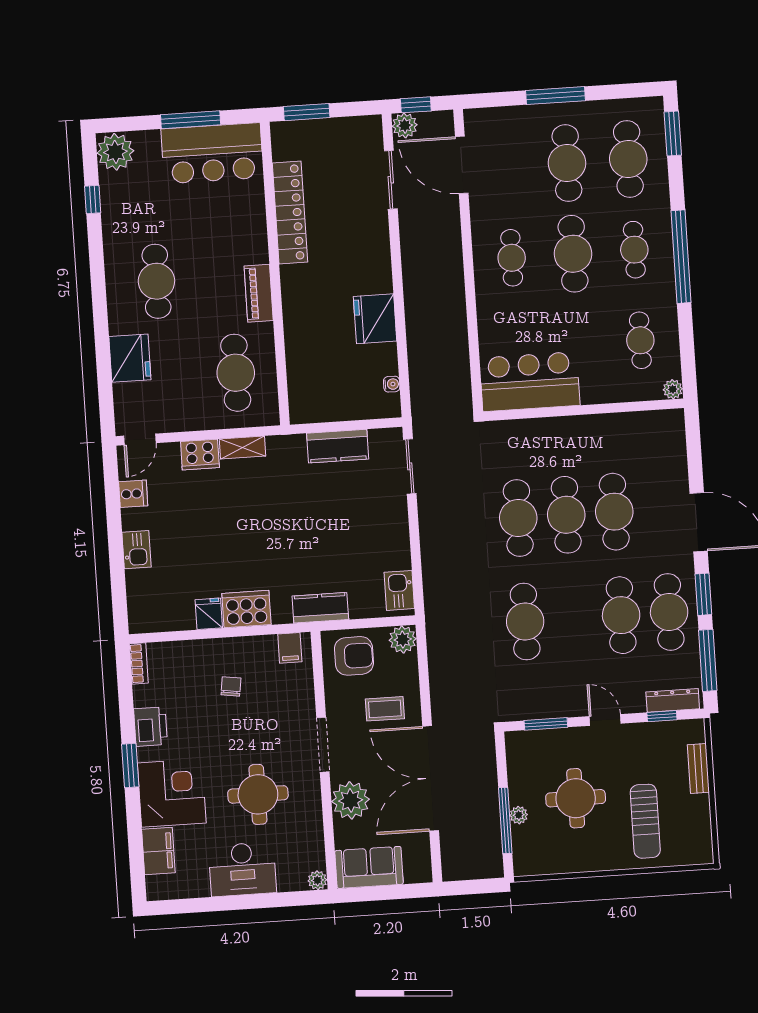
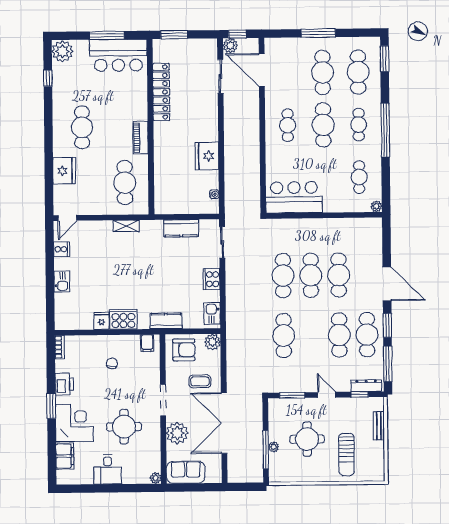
cooker: (200, 455) -> (212, 279), moved, turned 90
desk: (242, 869) -> (108, 469), width x0.73

